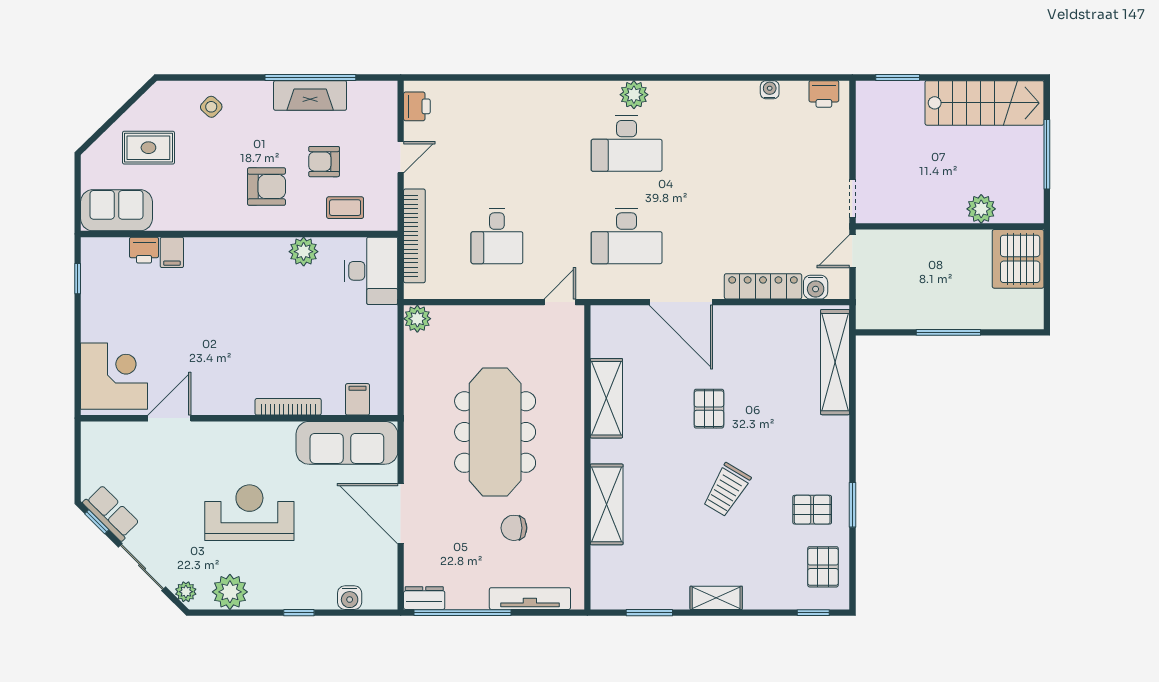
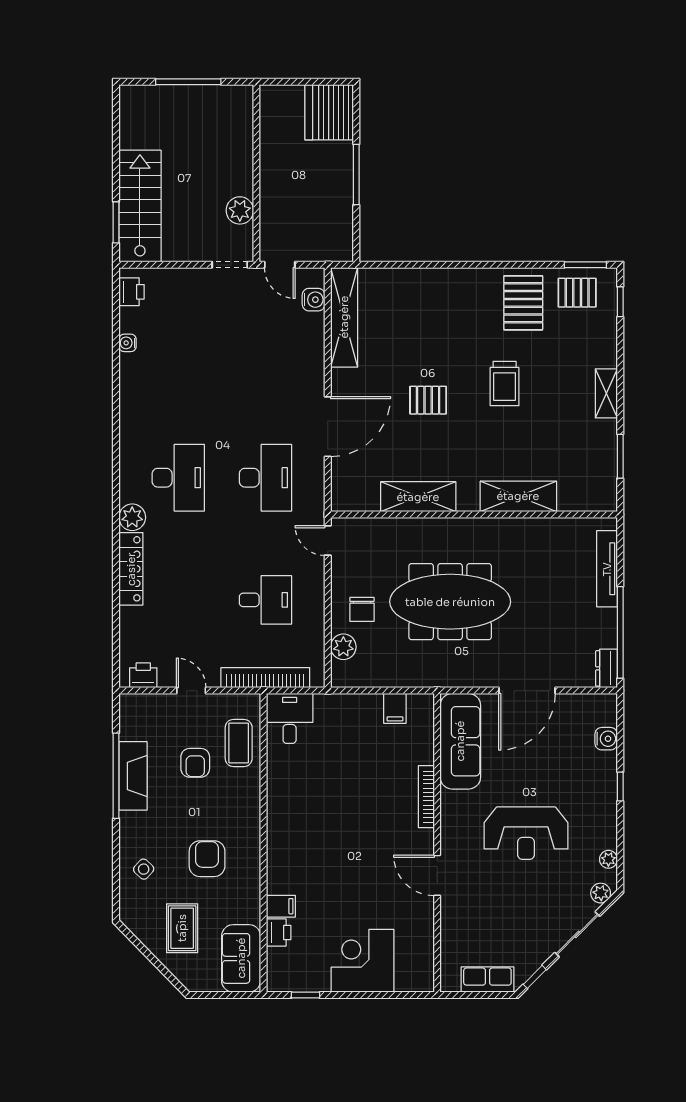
plant: (634, 95) -> (132, 517), moved
stairs: (984, 103) -> (140, 206), moved
armchair: (267, 187) -> (207, 859), moved
coffee table: (345, 208) -> (239, 743), width x1.36, depth x1.30
plant: (981, 209) -> (240, 210), moved
plant: (304, 252) -> (280, 782), removed
server rack: (1018, 259) -> (329, 112), moved, turned 90
desk: (371, 271) -> (290, 718), width x0.73
locker: (763, 286) -> (131, 569), moved, turned 180
plant: (417, 319) -> (343, 647), moved
shelving: (835, 362) -> (344, 317), moved, turned 90
corner desk: (114, 376) -> (363, 961), moved
filing cabinet: (358, 399) -> (395, 708), moved, turned -90
door: (169, 418) -> (437, 875), moved
trolley: (727, 490) -> (505, 383), turned 59
window: (852, 505) -> (585, 265), moved
pallet: (812, 510) -> (523, 303), width x1.50, depth x1.42
row of seats: (111, 513) -> (487, 980), moved, turned 45
reception desk: (249, 513) -> (526, 833), turned -90
chair: (514, 528) -> (362, 609), moved
plant: (230, 592) -> (608, 859), width x0.53, depth x0.53

